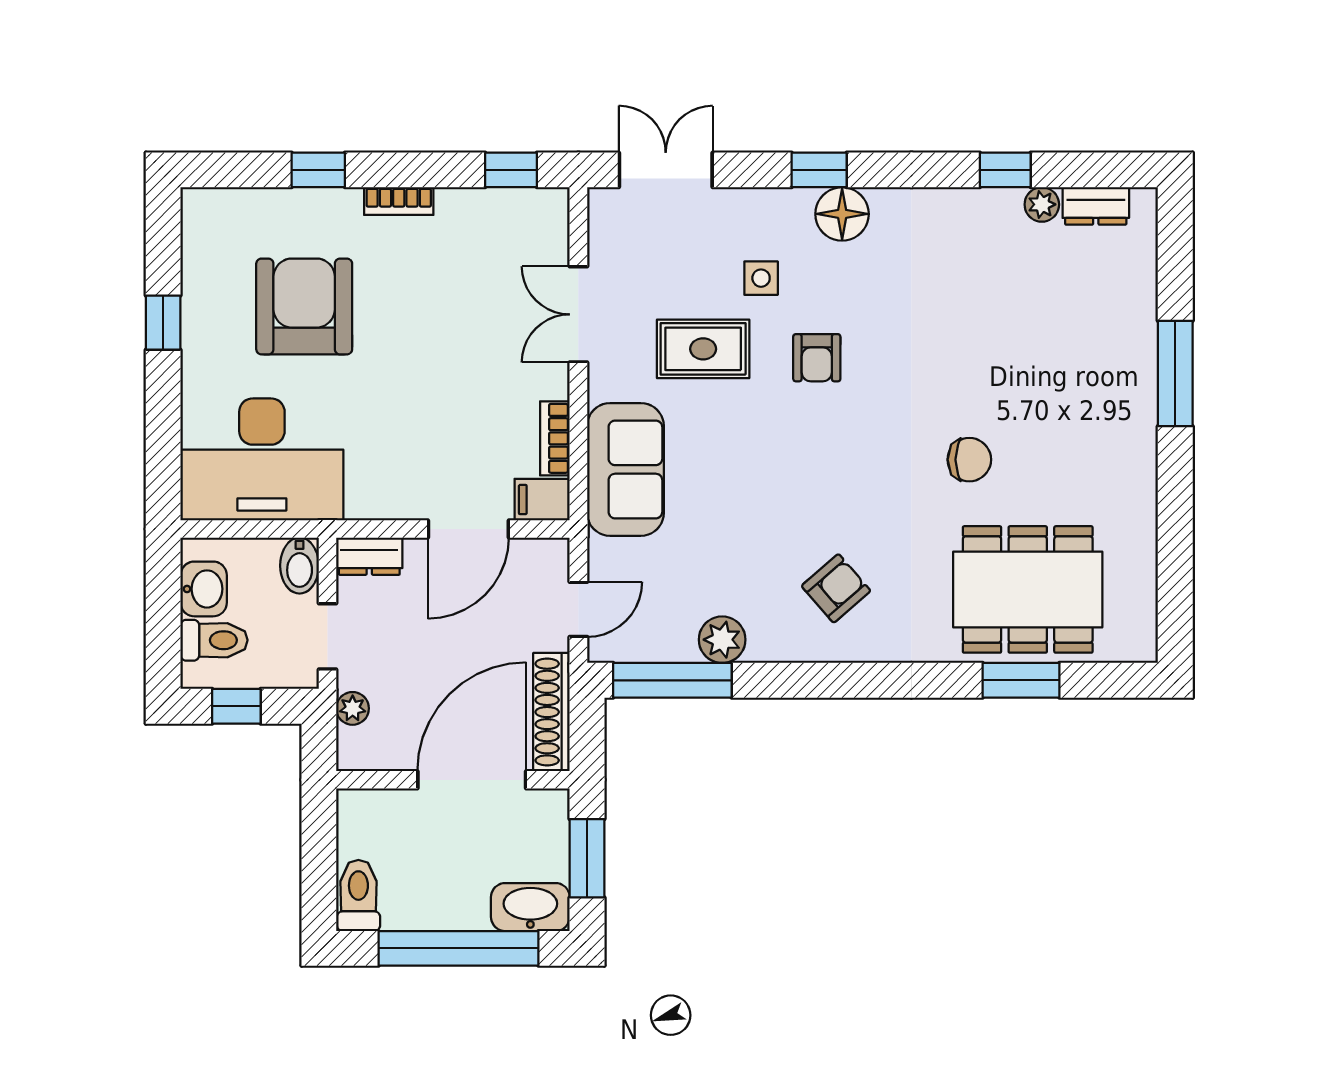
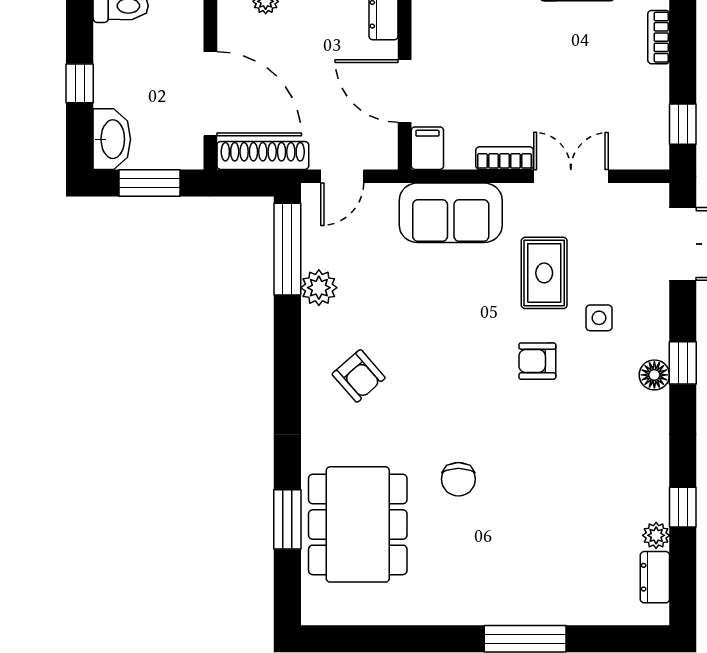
floor lamp: (842, 214) -> (654, 375), width x0.73, depth x0.73
bookcase: (555, 438) -> (505, 158), moved
door: (578, 609) -> (342, 176), hinge flipped
window: (458, 948) -> (80, 83), width x0.32

